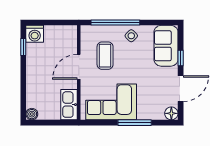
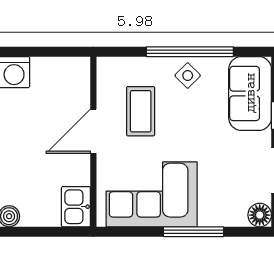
window: (115, 22) -> (190, 52), moved
kitchen sink: (69, 105) -> (76, 207), width x0.73

